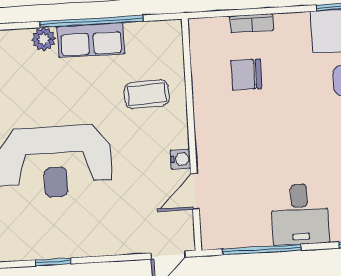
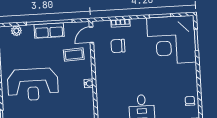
plant: (44, 39) -> (16, 31), moved
door: (195, 191) -> (91, 35), moved

